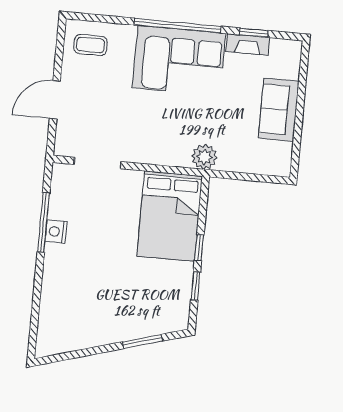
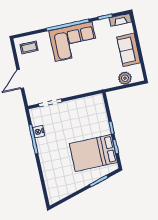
fireplace: (248, 44) -> (120, 20), moved
plant: (204, 157) -> (125, 78), moved
bed: (170, 216) -> (93, 153), moved, turned 90
nightstand: (56, 232) -> (39, 132), moved

